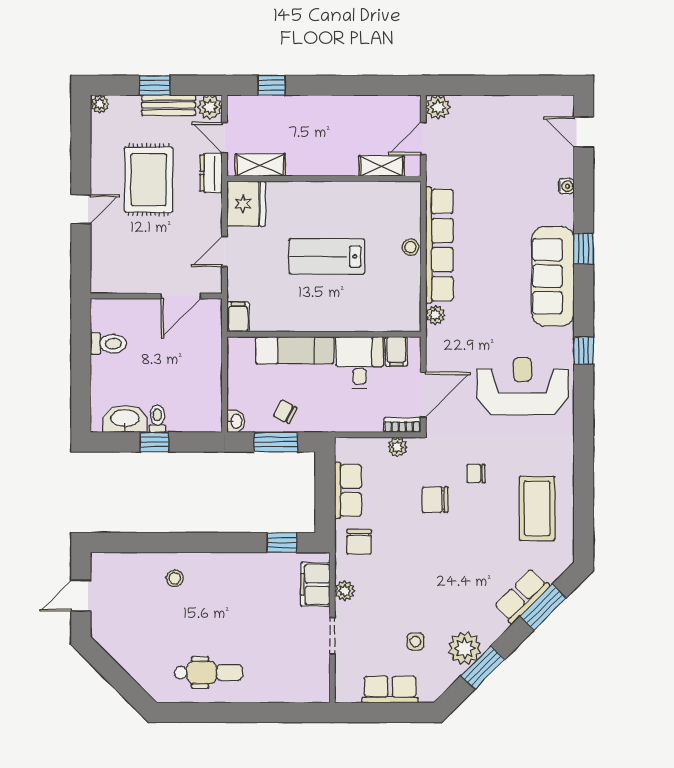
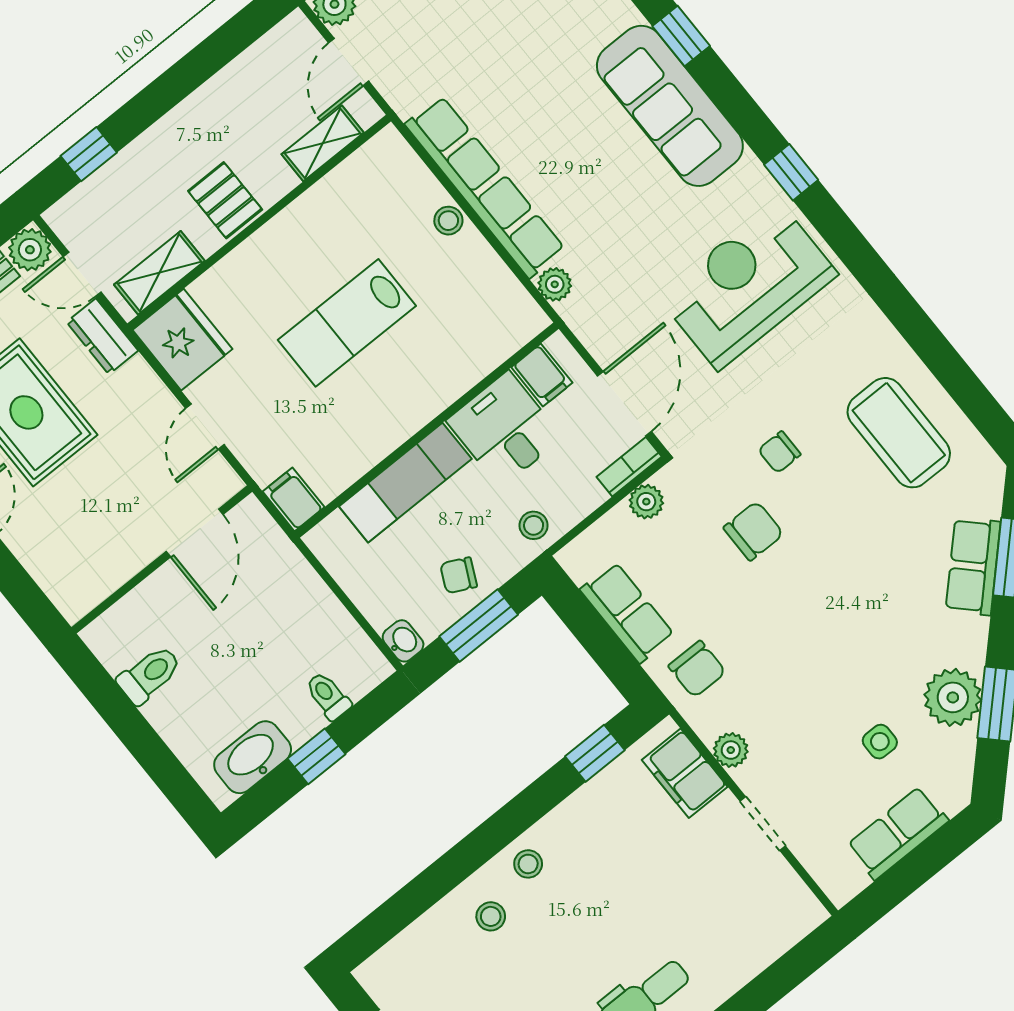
pallet: (316, 156) -> (225, 200), added
stool: (337, 417) -> (534, 525), added
toilet: (157, 419) -> (328, 696), moved
chair: (435, 500) -> (753, 531), turned 180
stool: (211, 568) -> (528, 864), added

